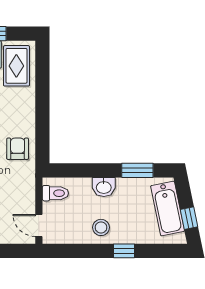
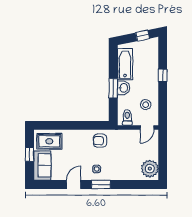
window: (137, 170) -> (113, 88), moved
bathtub: (168, 209) -> (125, 64), moved, turned -78
stool: (101, 227) -> (146, 105), moved

